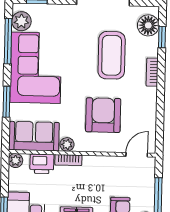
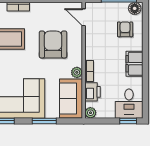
armchair: (103, 115) -> (53, 44), turned 90

